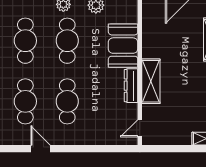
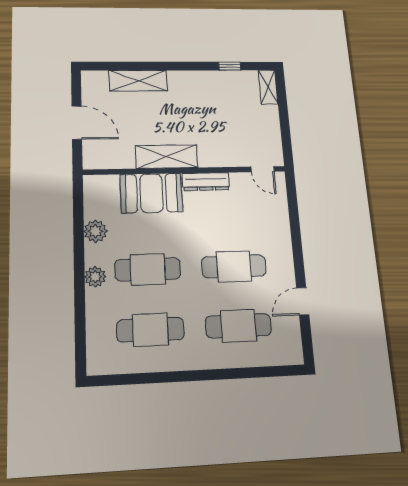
shelving: (151, 81) -> (166, 157), moved

